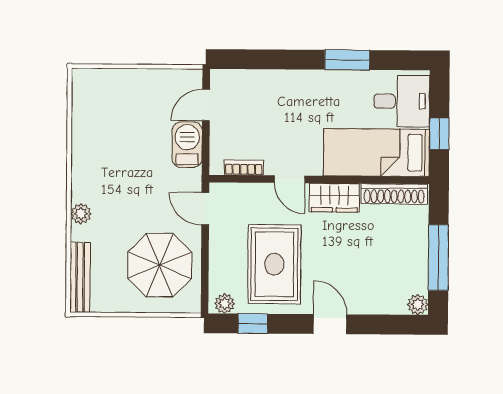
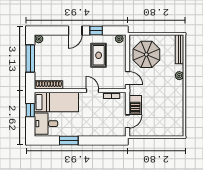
wardrobe: (334, 198) -> (74, 83), removed
rug: (274, 264) -> (99, 55), width x0.73, depth x0.70
window: (253, 324) -> (96, 30), moved
door: (330, 324) -> (75, 30), hinge flipped

